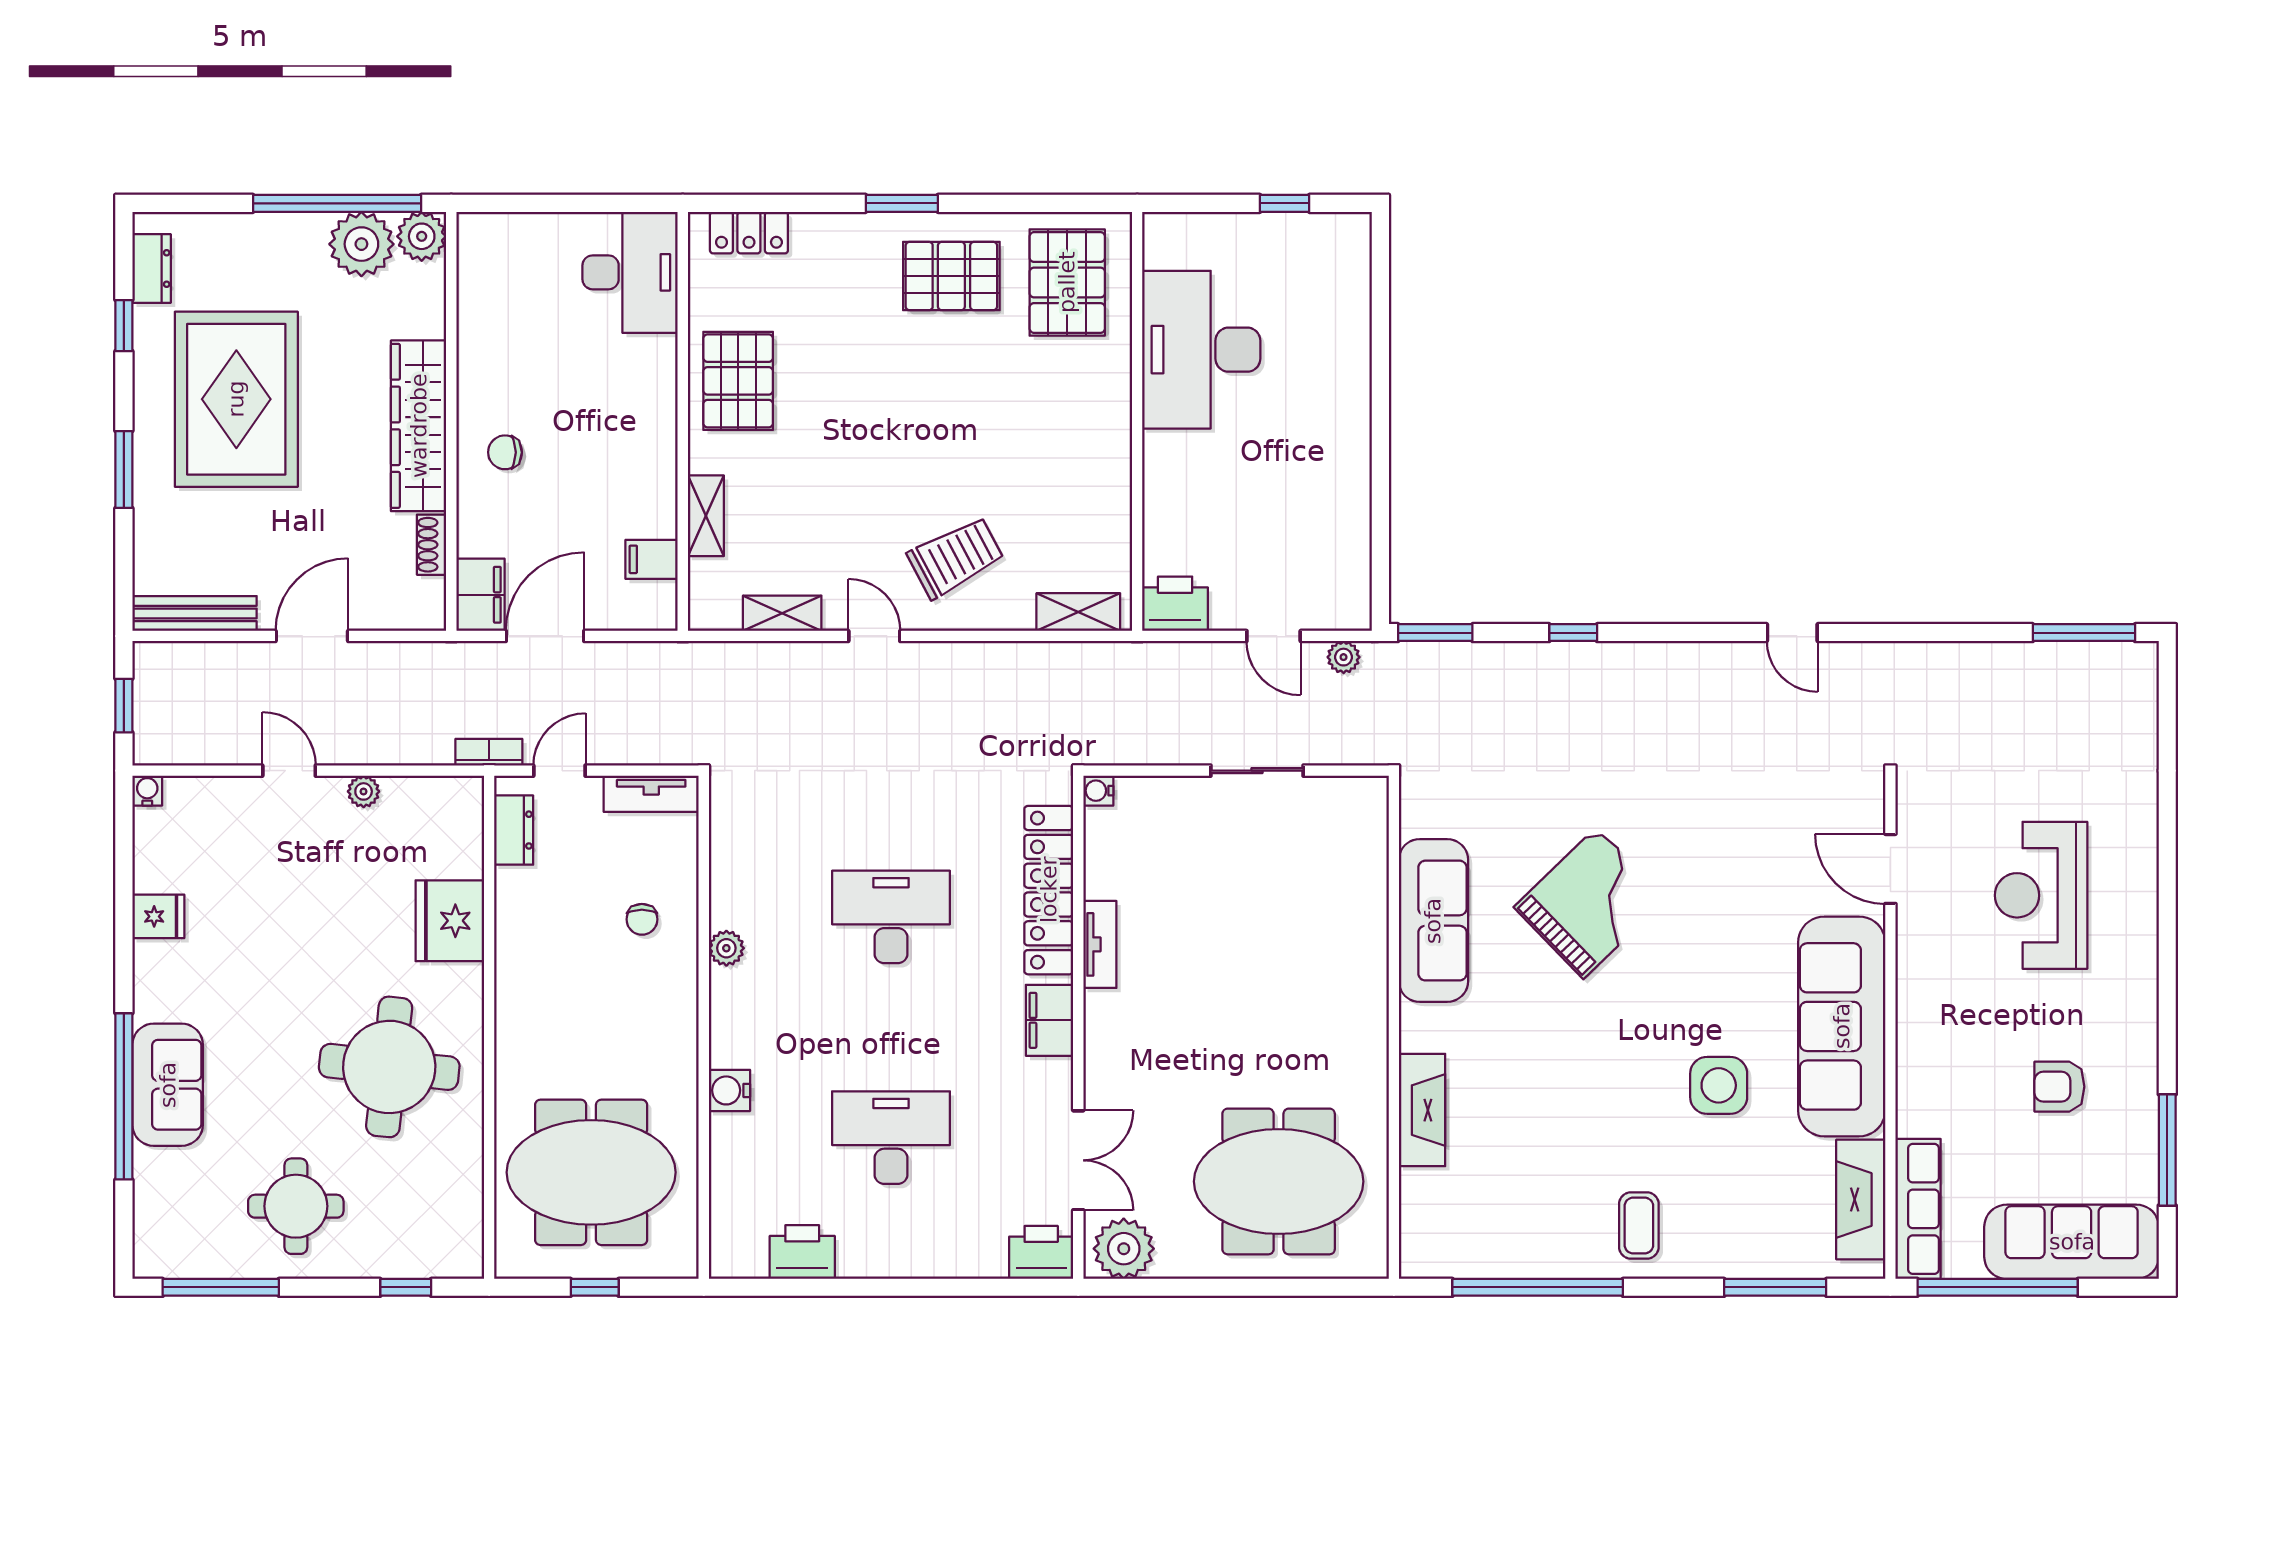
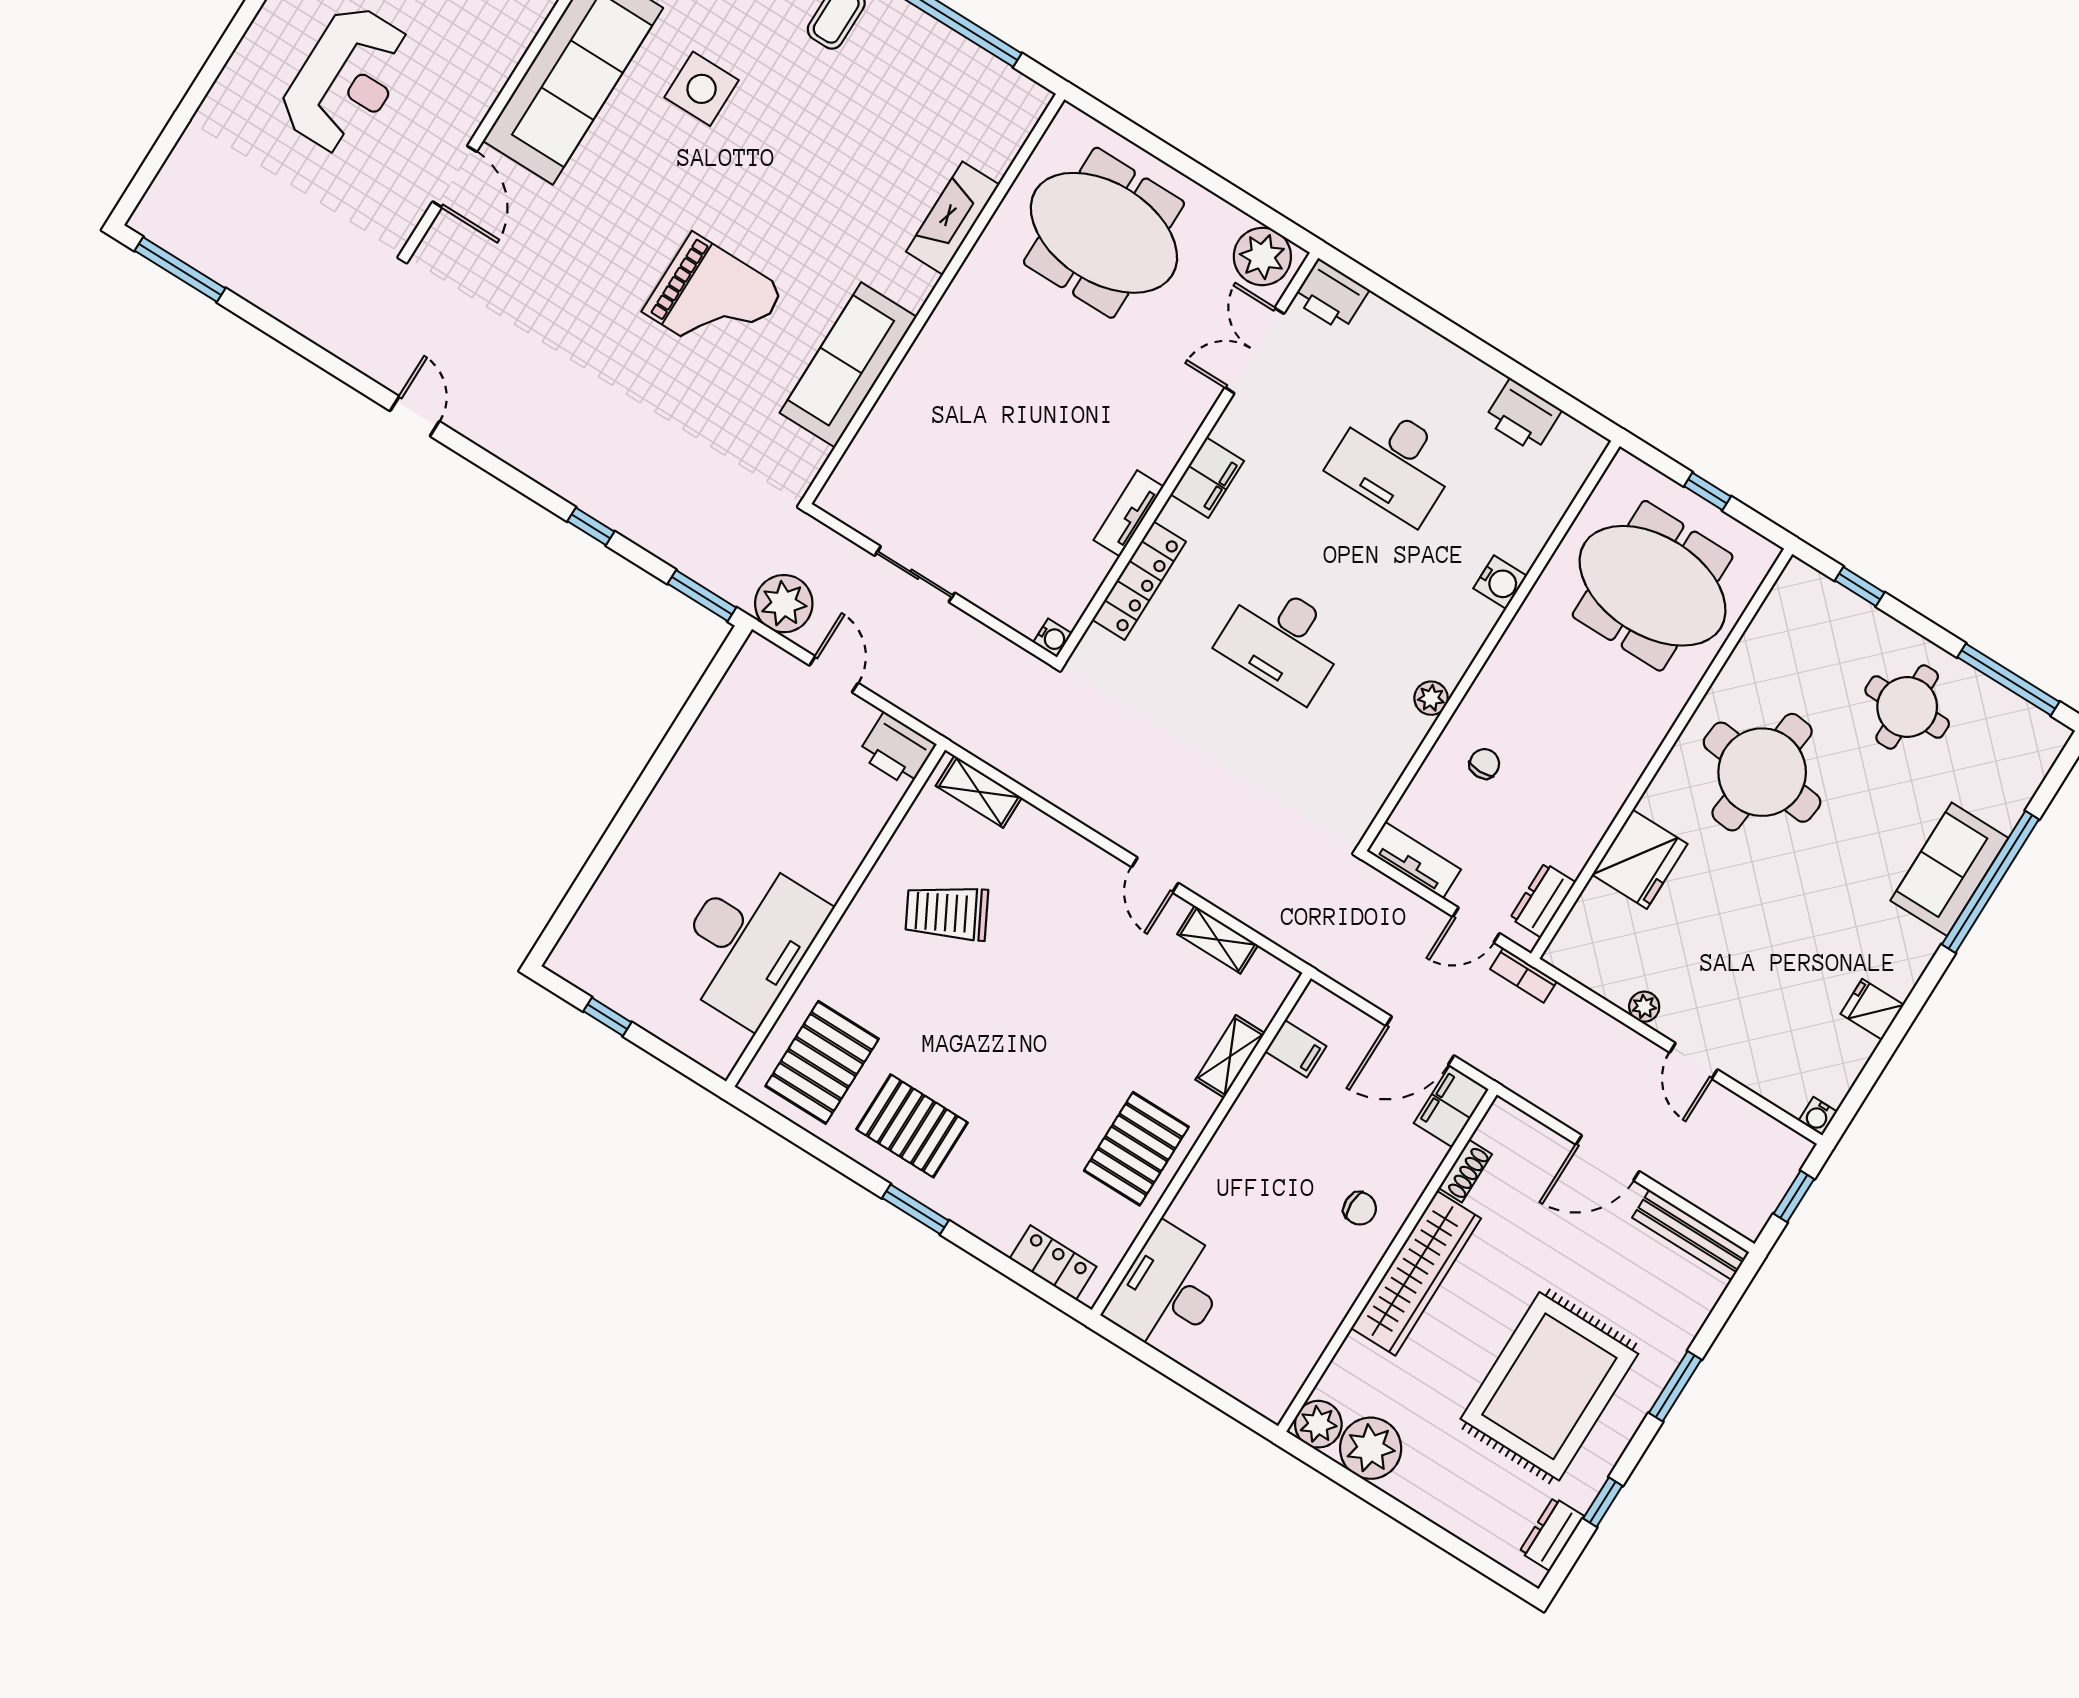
window: (337, 203) -> (1370, 1493), removed
trolley: (956, 557) -> (947, 913), moved
plant: (1344, 657) -> (784, 604), width x1.87, depth x1.87
locker: (1049, 890) -> (1139, 581), width x0.71, depth x0.83
grand piano: (1590, 903) -> (713, 300), turned -136

